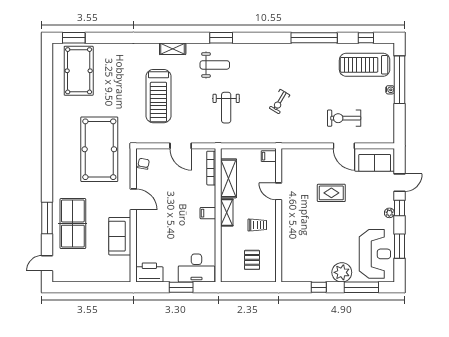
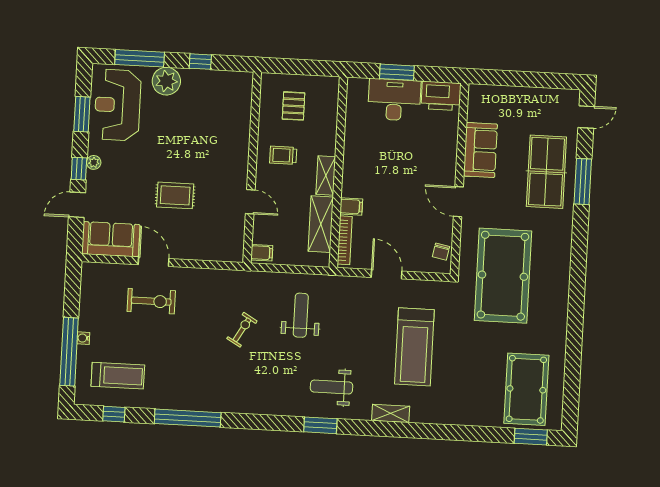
treadmill: (365, 65) -> (118, 376), width x0.73, depth x0.73
treadmill: (158, 96) -> (414, 347), turned 180
weight bench: (226, 108) -> (301, 315), moved
filing cabinet: (208, 213) -> (351, 207), moved
desk: (196, 268) -> (394, 100), moved

